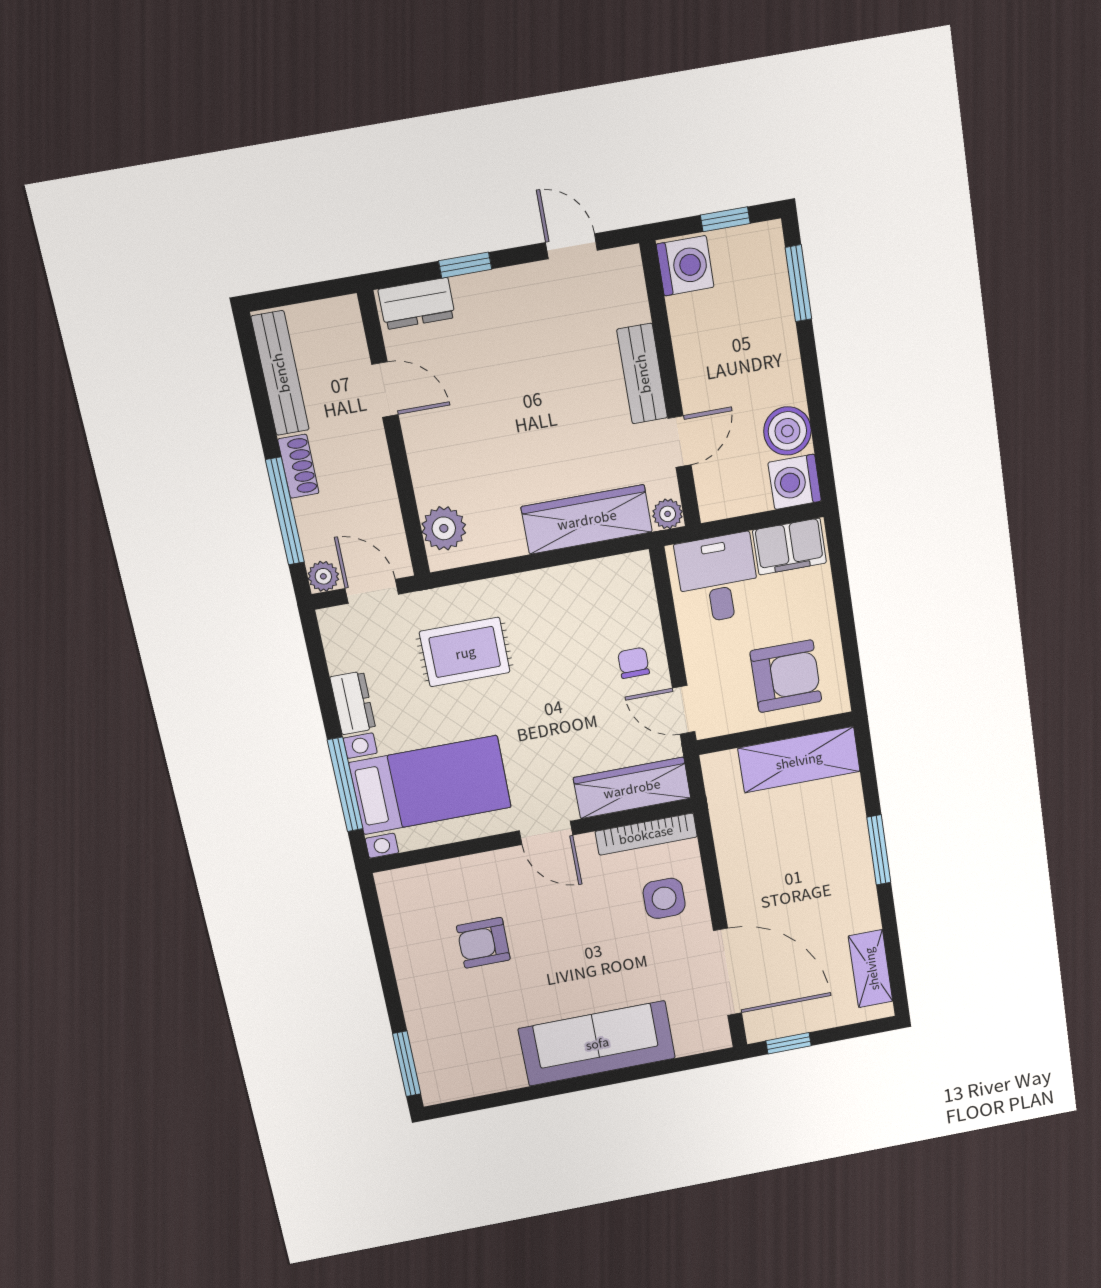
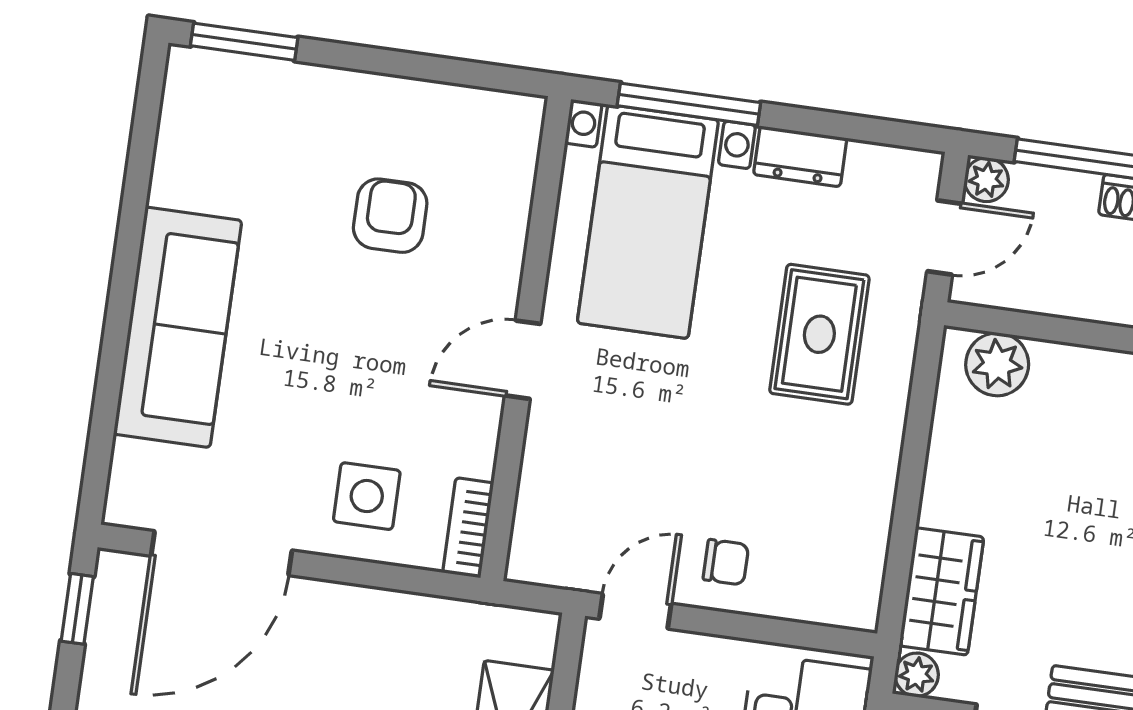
wardrobe: (587, 519) -> (941, 591), width x0.67
wardrobe: (632, 788) -> (547, 503), removed
bookcase: (646, 834) -> (468, 528), width x0.64

